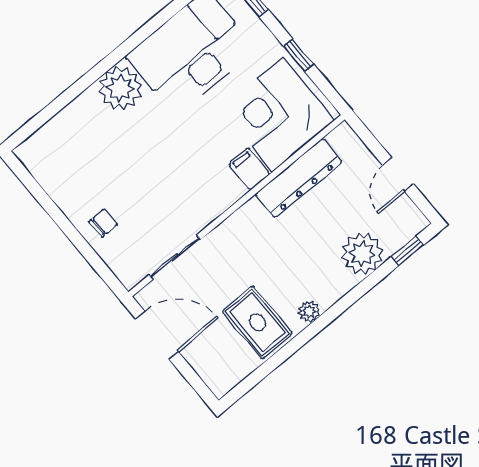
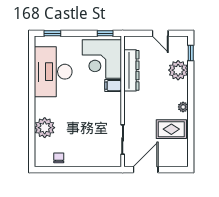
window: (299, 55) -> (105, 33), moved
plant: (120, 88) -> (45, 128), moved
chair: (103, 223) -> (59, 158), moved

